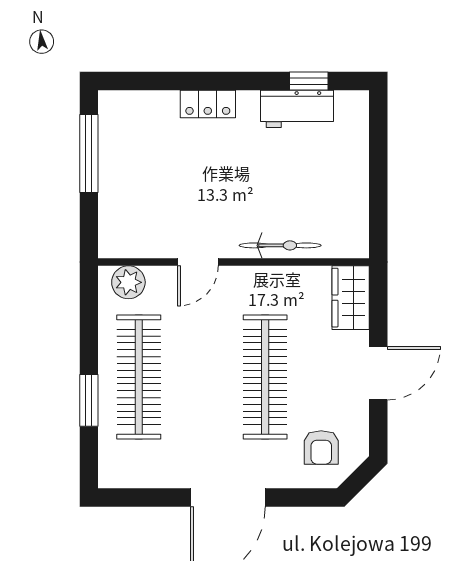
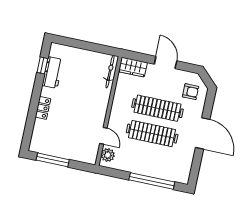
bicycle: (280, 245) -> (110, 72), moved
door: (198, 262) -> (103, 136), moved
clothes rail: (139, 377) -> (152, 134), moved
window: (89, 400) -> (152, 181), width x2.11

